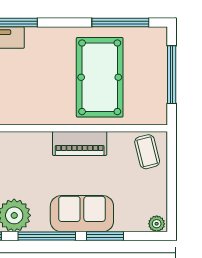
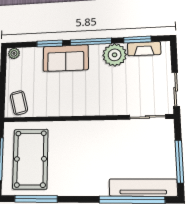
pool table: (100, 77) -> (30, 159), moved
piano: (80, 143) -> (67, 107), removed

